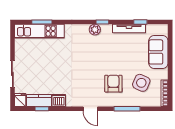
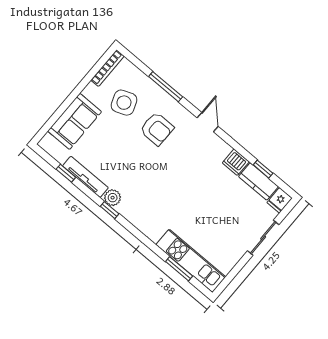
plant: (95, 30) -> (113, 198), moved
side table: (141, 83) -> (124, 103), turned 45
armchair: (113, 84) -> (157, 129), turned -90

